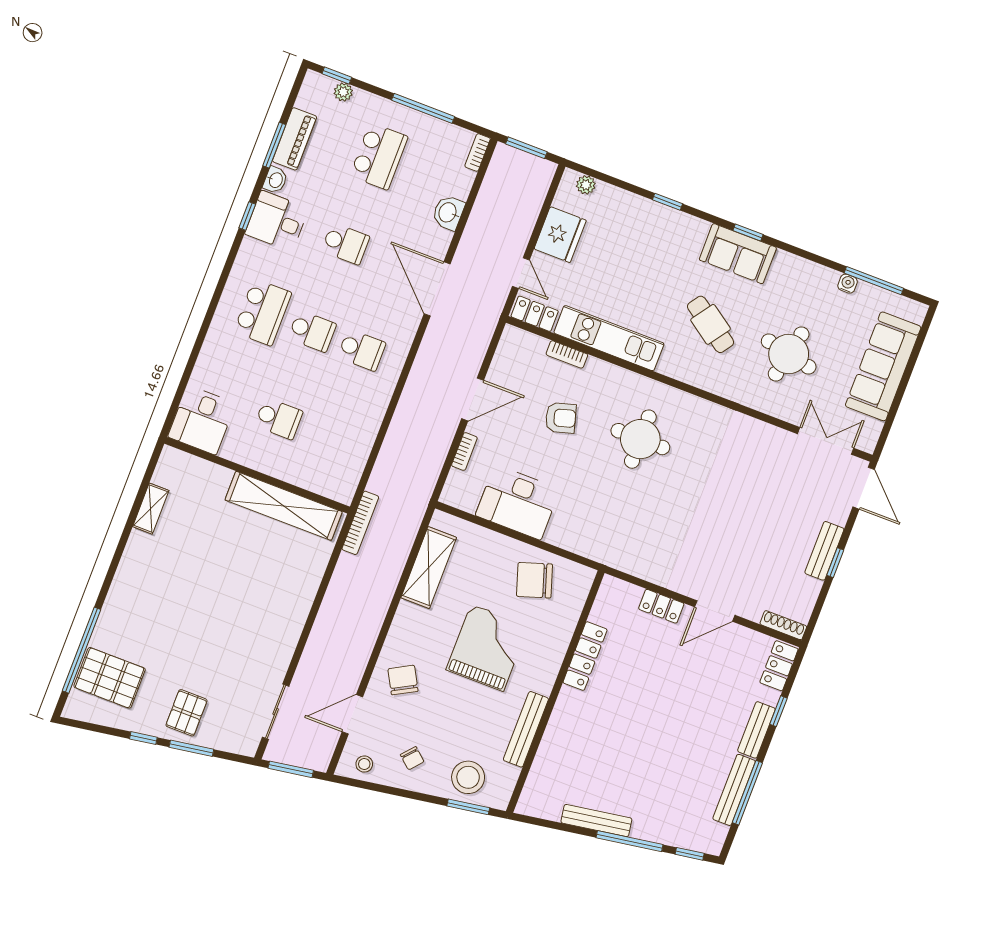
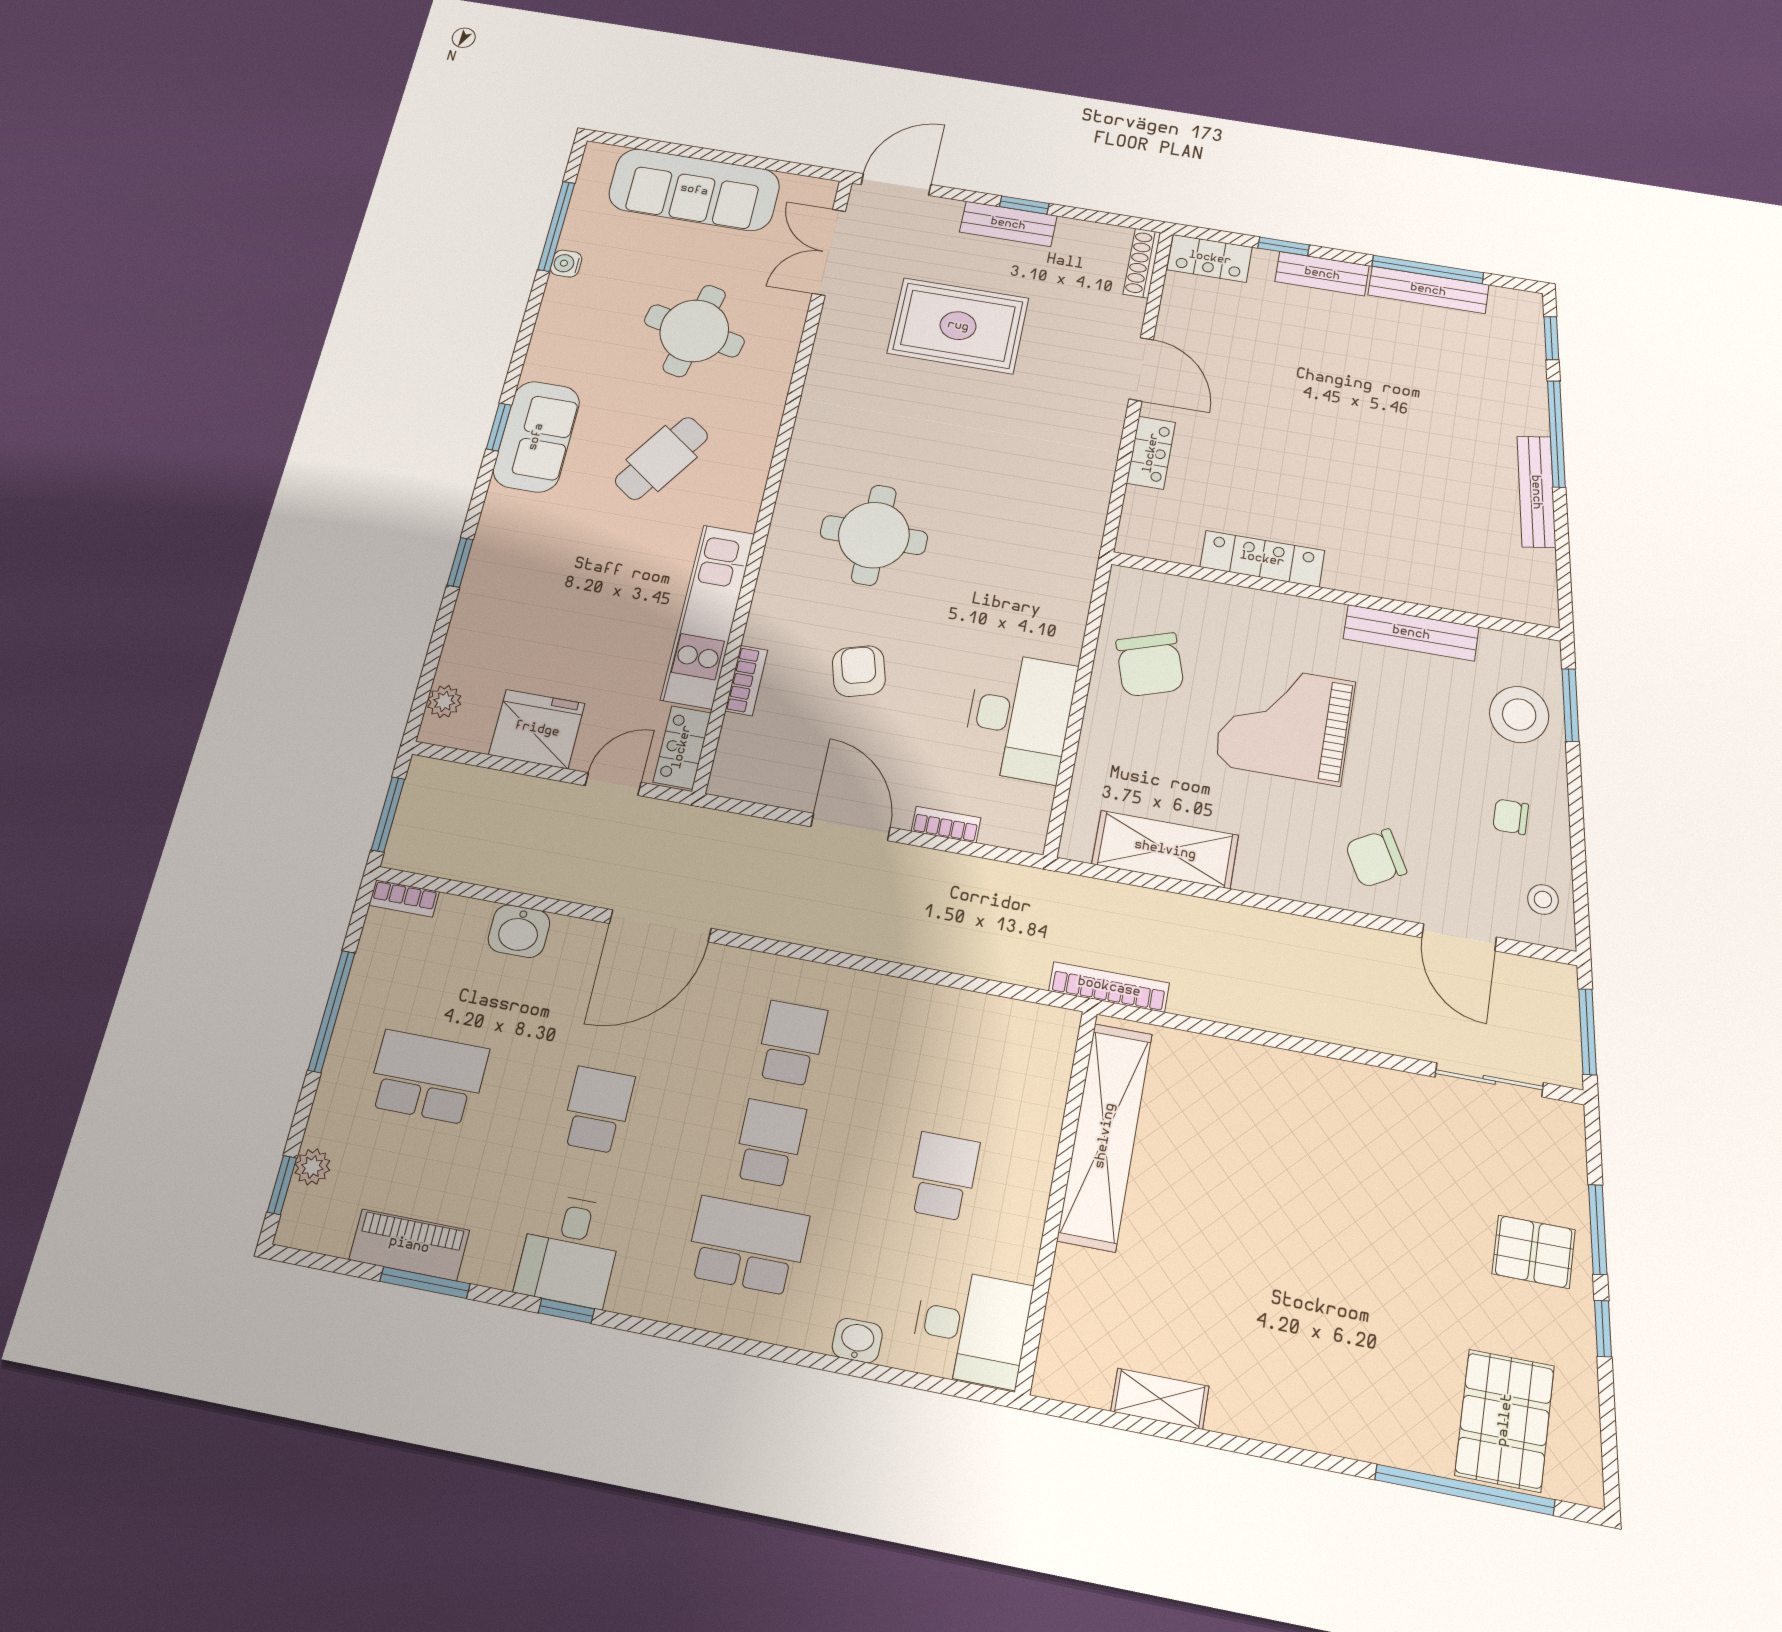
washbasin: (275, 180) -> (857, 1341), moved
rug: (763, 509) -> (958, 326), added
chair: (412, 758) -> (1511, 817), turned -131

